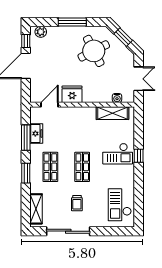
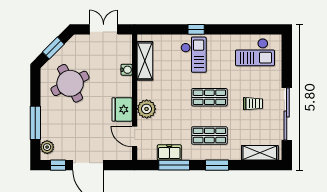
window: (72, 22) -> (35, 123), moved
water cooler: (117, 98) -> (127, 70), moved
plant: (72, 115) -> (147, 109), added

